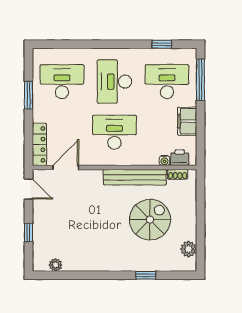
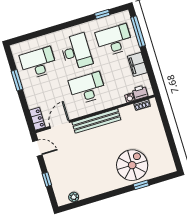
desk: (114, 82) -> (76, 52), turned 180
locker: (39, 144) -> (37, 119), width x0.66
bench: (135, 177) -> (96, 121), moved
spiral stairs: (150, 220) -> (132, 165), moved
plant: (189, 249) -> (166, 157), removed

